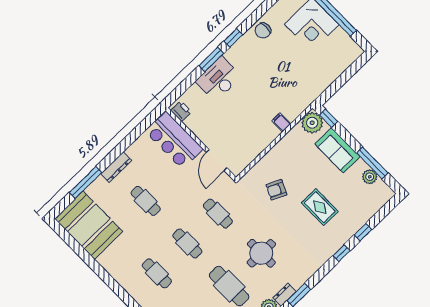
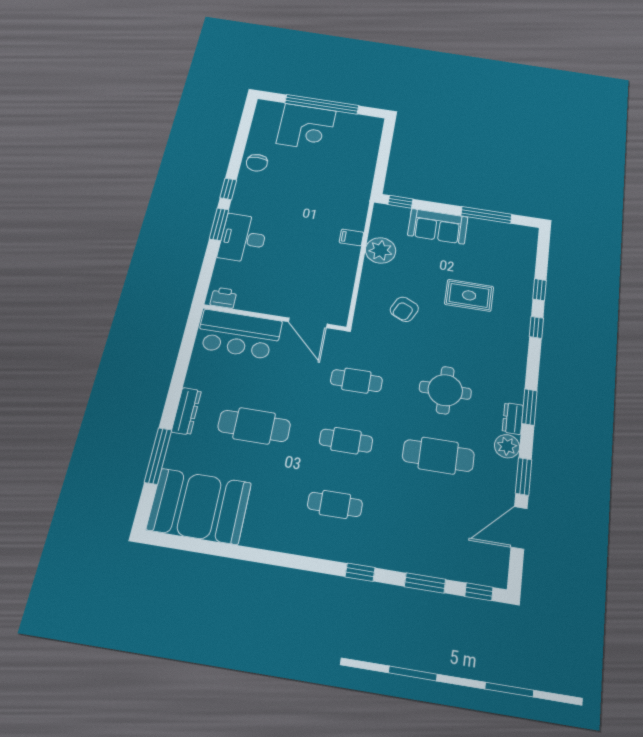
plant: (312, 123) -> (381, 250), moved
plant: (370, 177) -> (496, 230), removed
cafe table: (146, 201) -> (254, 426), width x1.37, depth x1.35

